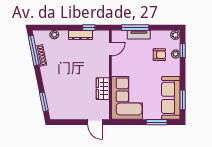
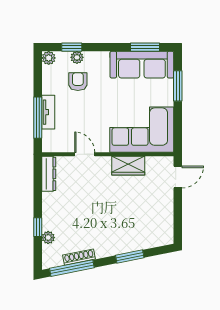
window: (89, 28) -> (38, 227), moved
dresser: (81, 35) -> (49, 174), moved
door: (110, 49) -> (85, 154), moved
window: (44, 102) -> (130, 257), moved

